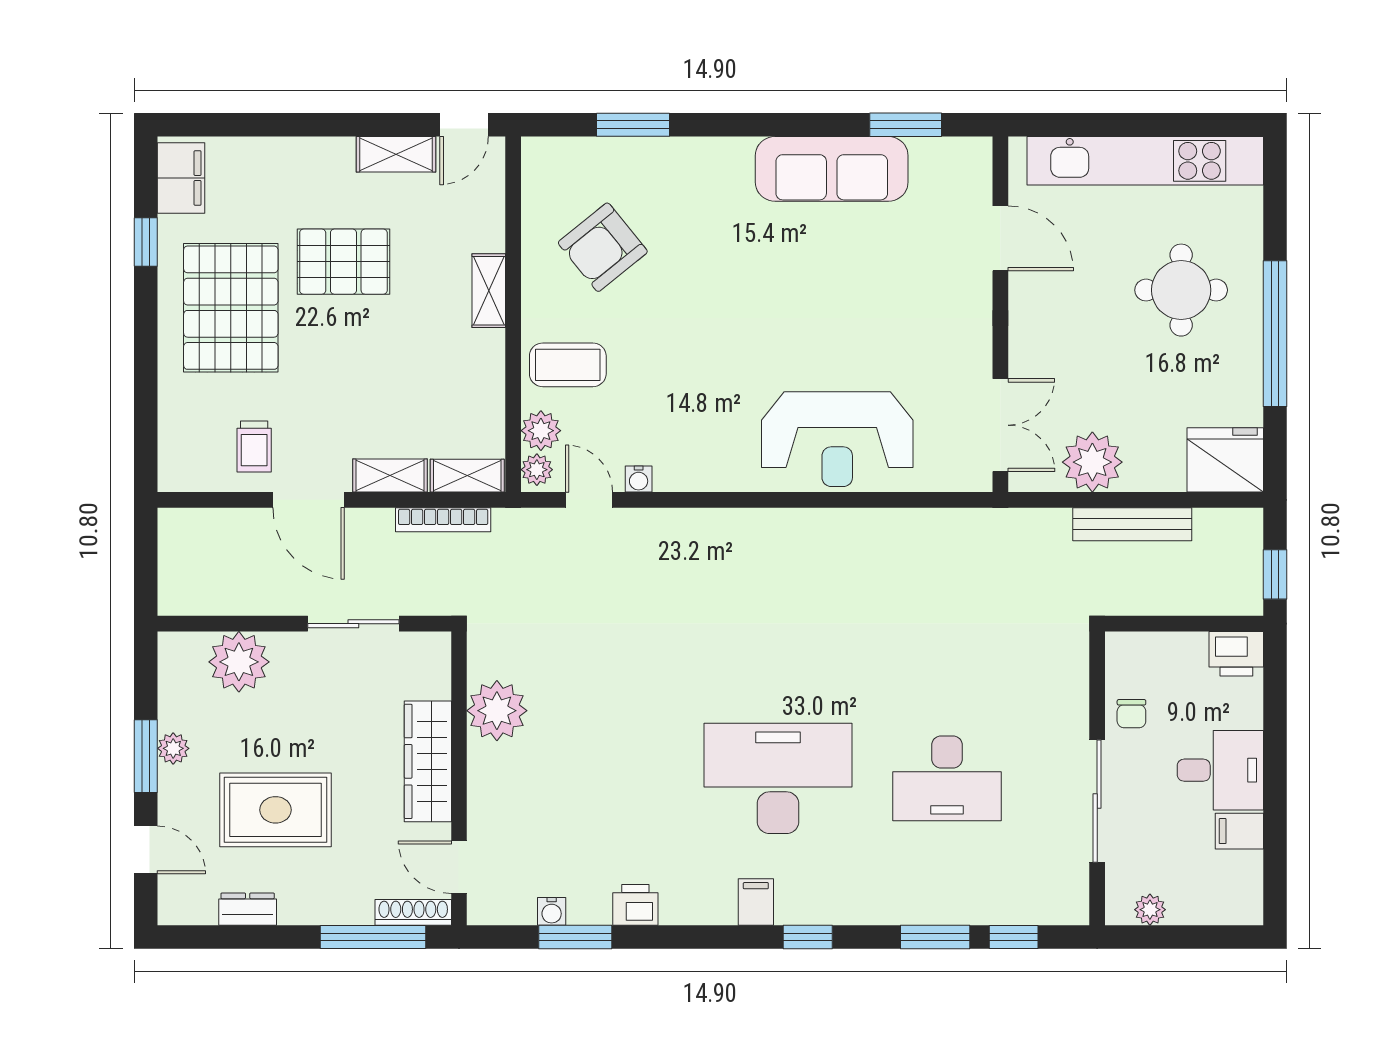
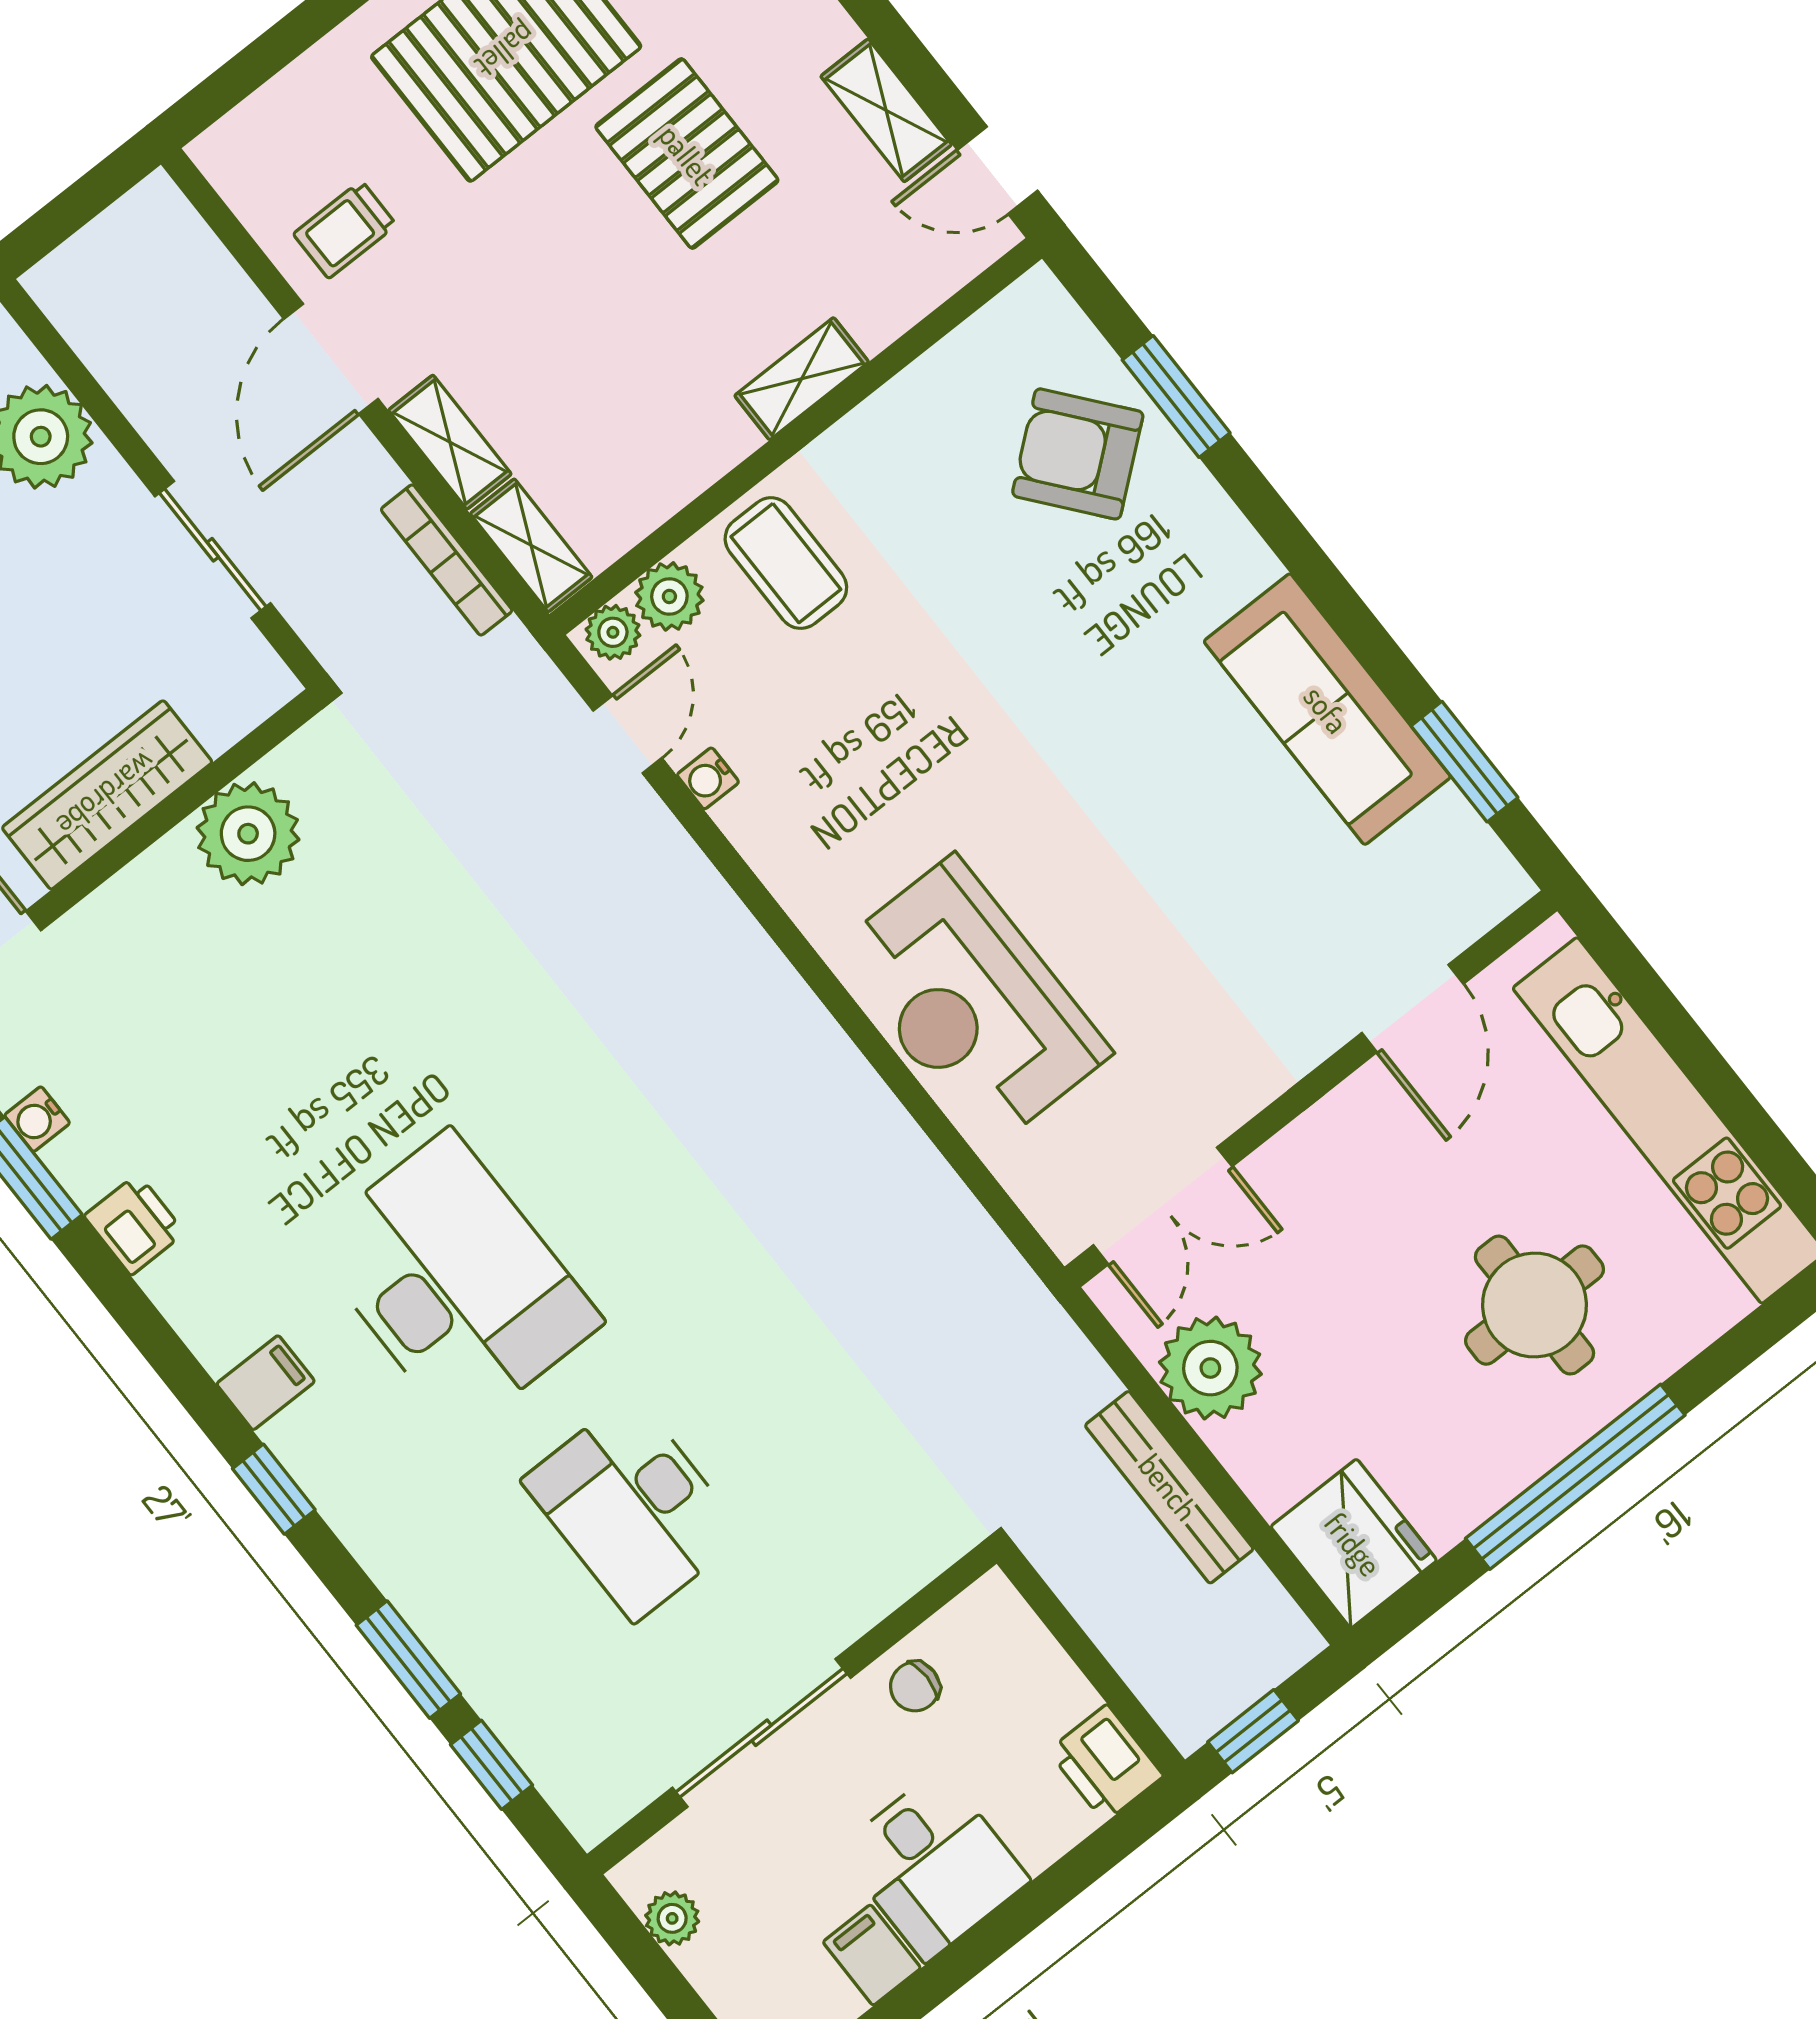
armchair: (603, 247) -> (1078, 454), moved

